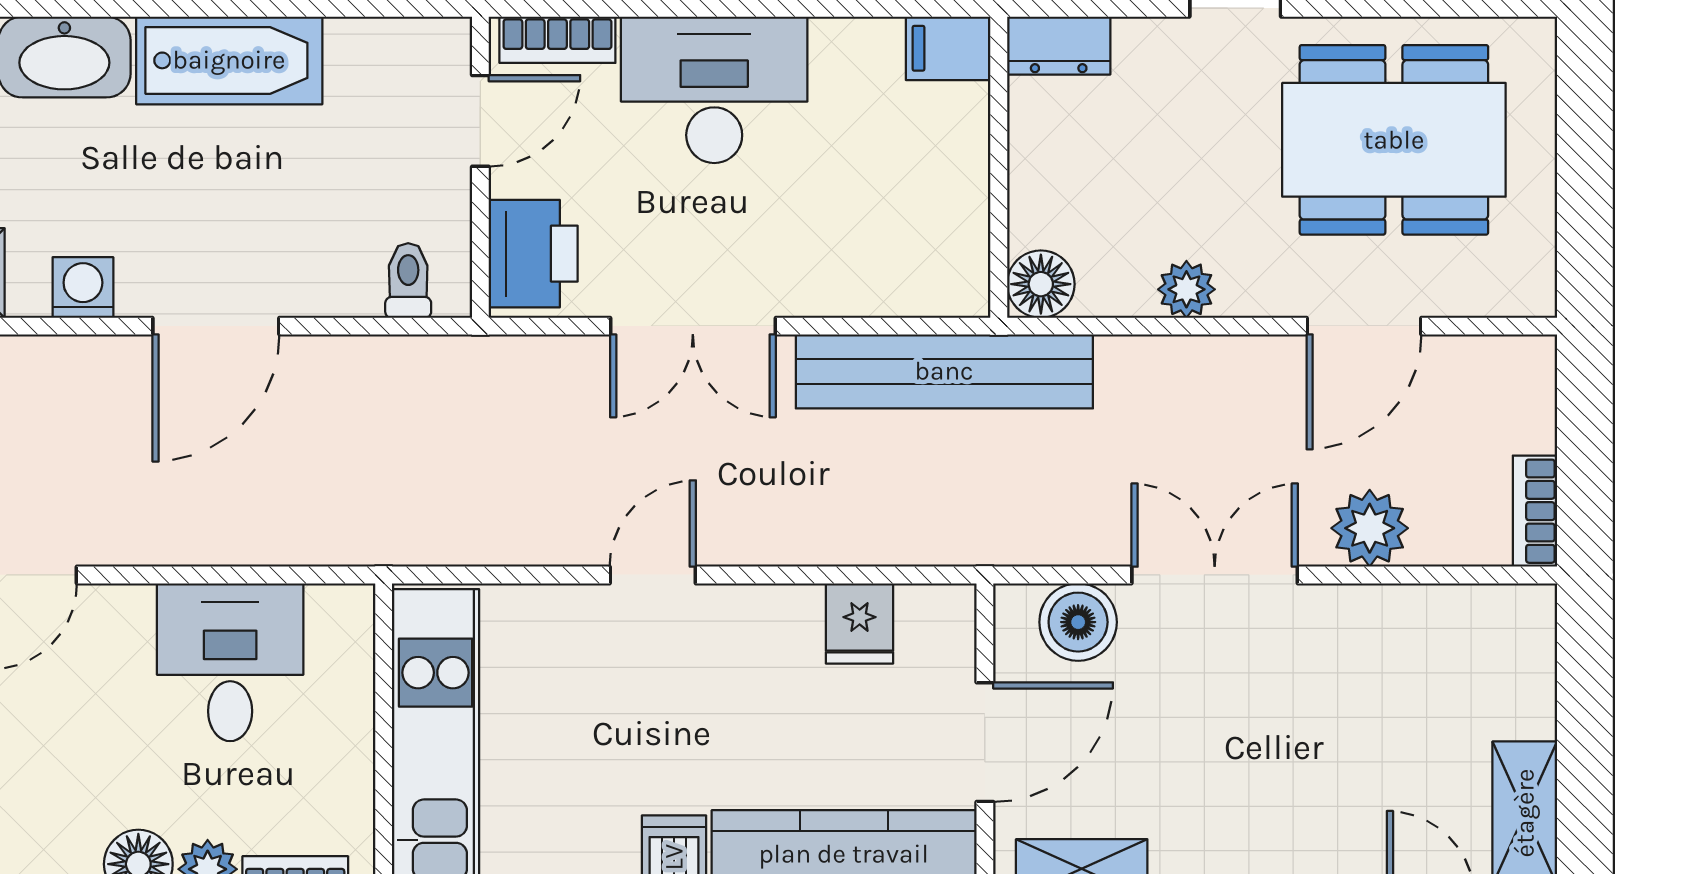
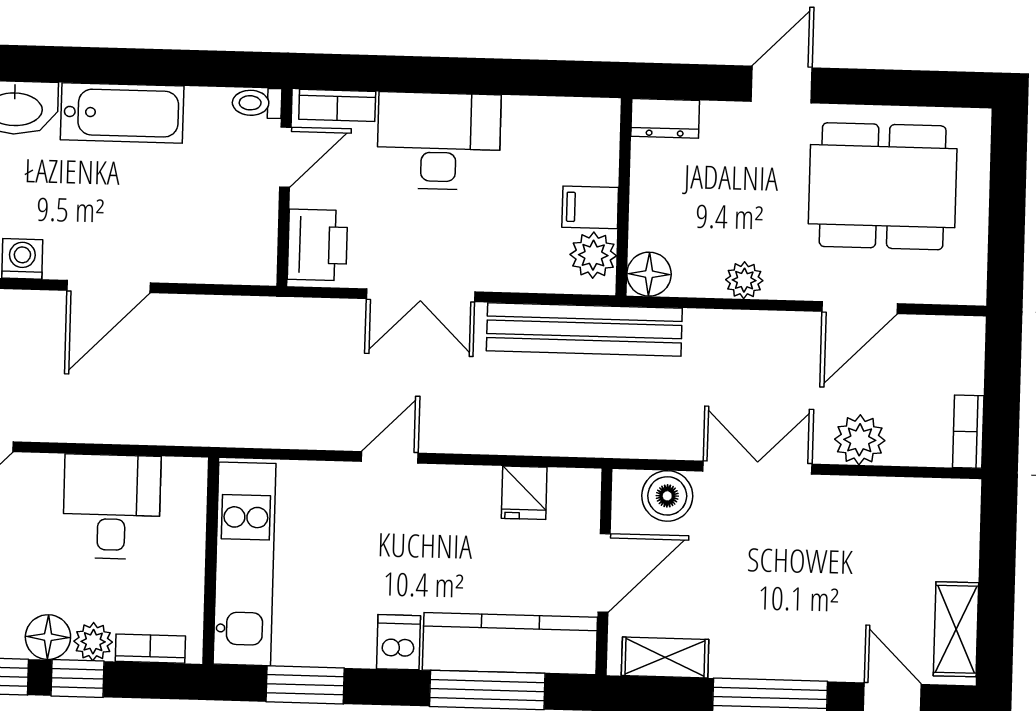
filing cabinet: (948, 48) -> (590, 207), moved
plant: (955, 258) -> (593, 255), added
toilet: (408, 280) -> (257, 103), moved, turned -90

